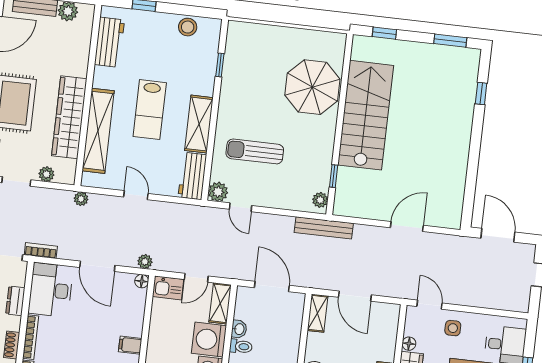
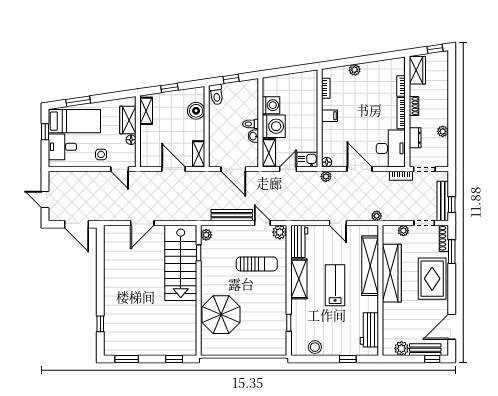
stairs: (366, 115) -> (181, 263), moved
bench: (324, 228) -> (232, 215), moved

